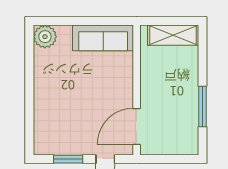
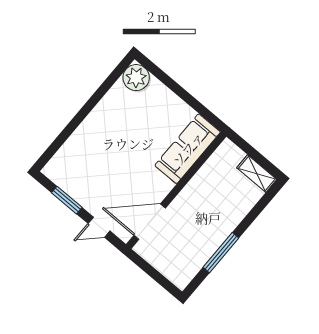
shelving: (173, 35) -> (257, 174), width x0.67, depth x0.75
sofa: (103, 38) -> (188, 149), moved, turned 90

